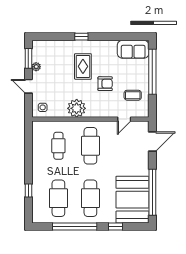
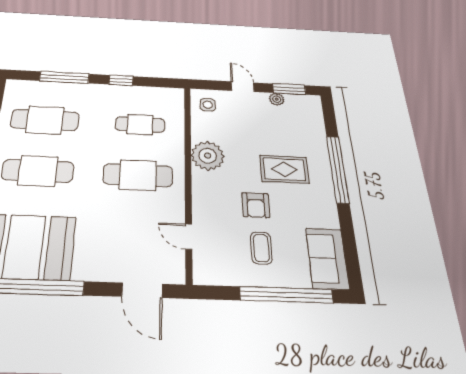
window: (81, 37) -> (338, 169), width x3.17
door: (28, 86) -> (243, 87), hinge flipped
coffee table: (133, 95) -> (261, 248), moved
window: (28, 158) -> (121, 80), added
window: (28, 190) -> (64, 77), width x2.17

